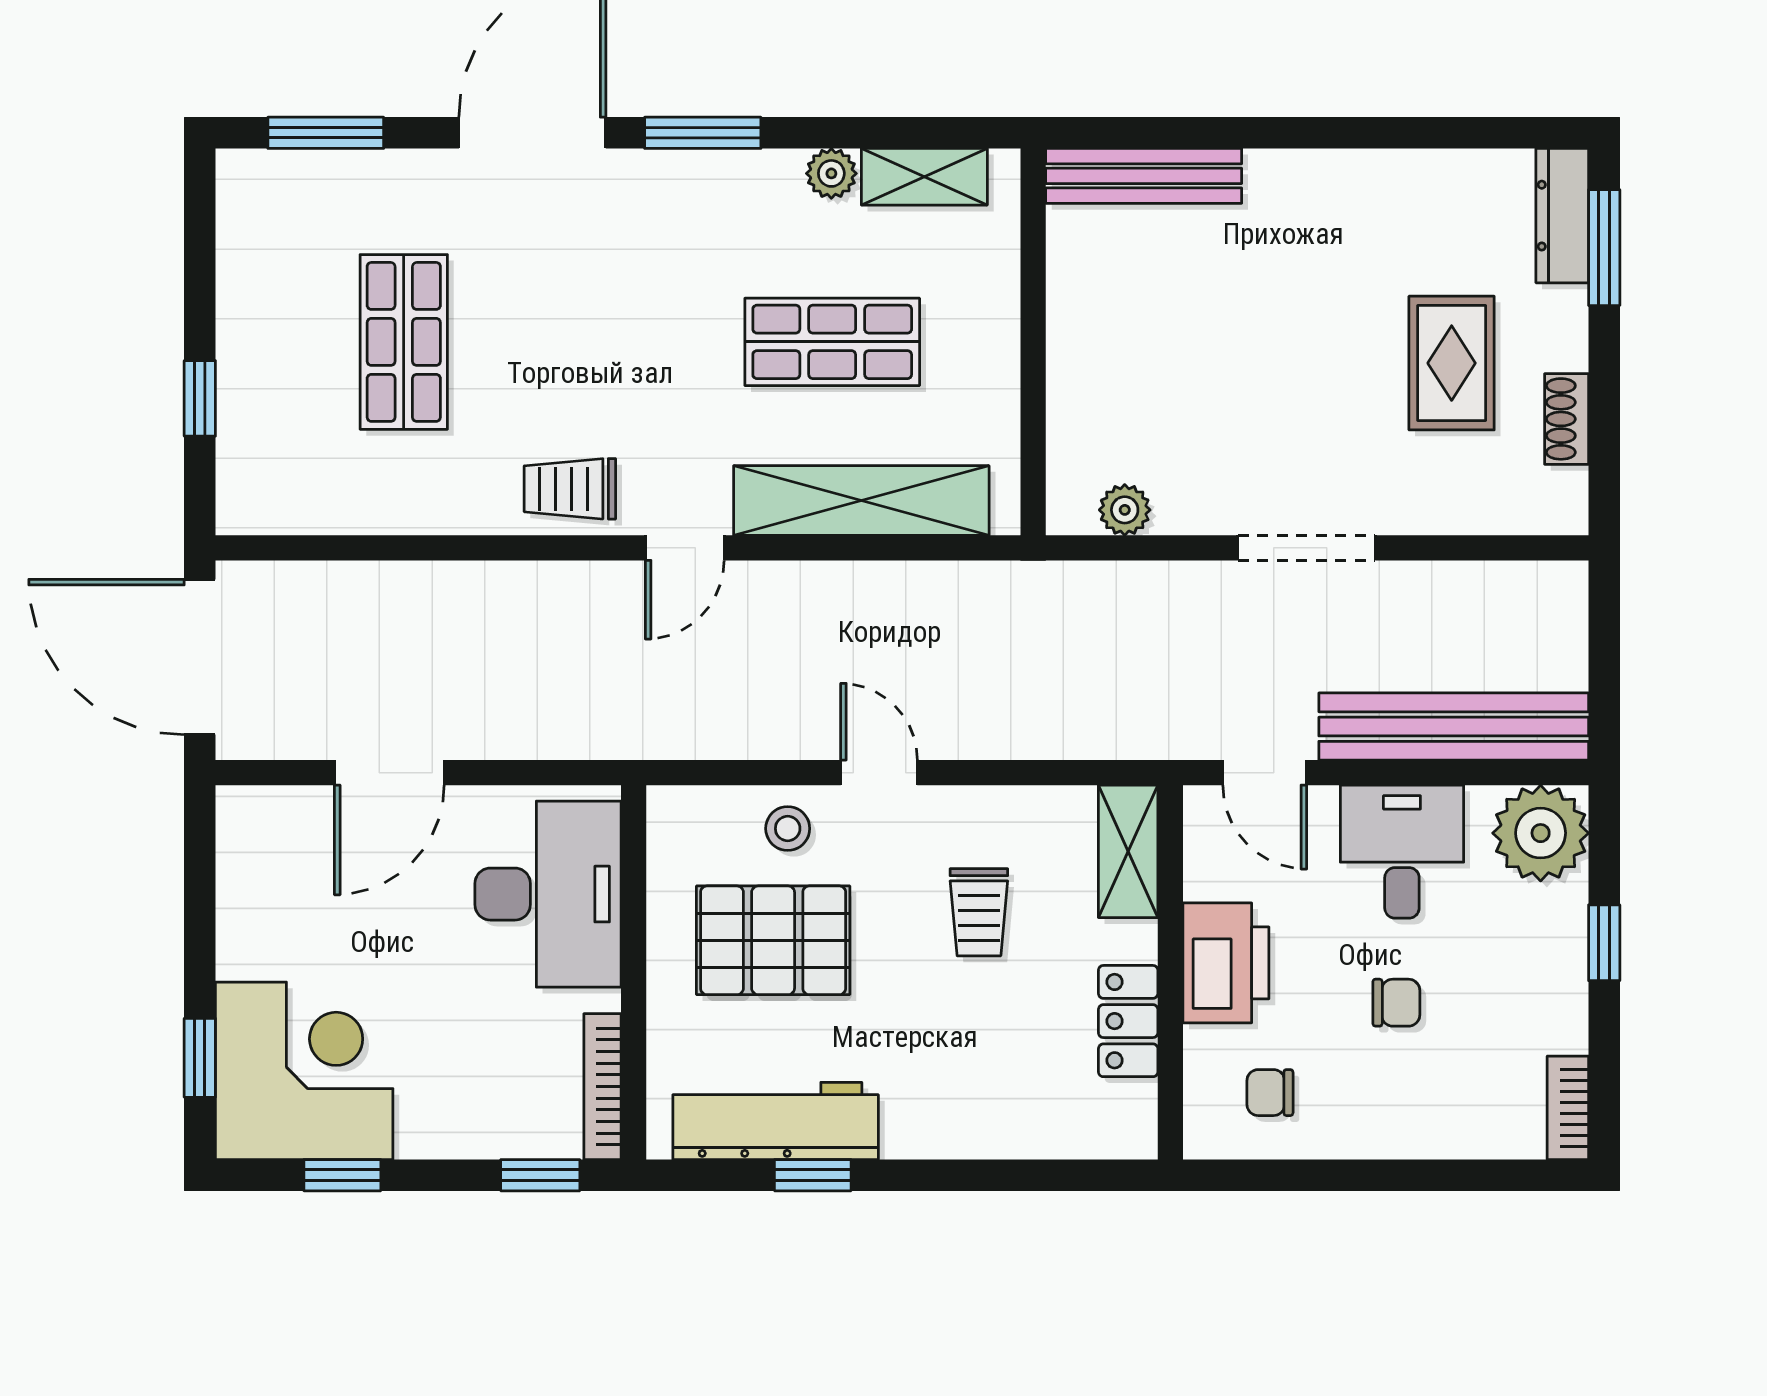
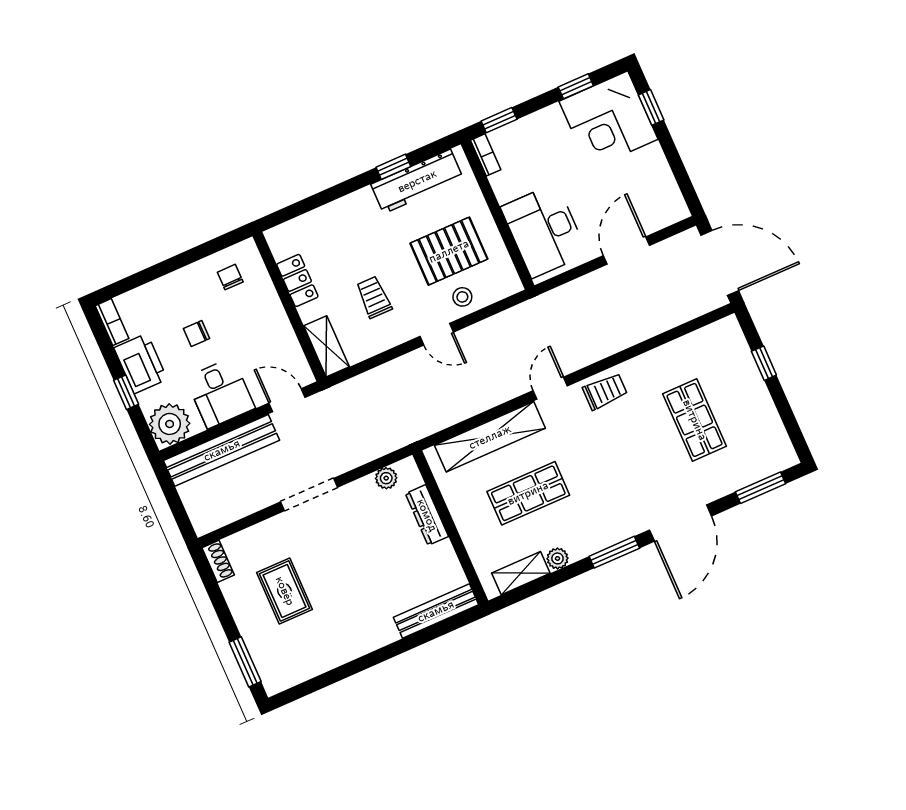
dresser: (1562, 216) -> (427, 515), moved, turned 180
shoe rack: (1567, 419) -> (218, 561), moved
printer: (1226, 963) -> (141, 363), moved, turned 180
bookcase: (602, 1087) -> (486, 155), width x0.64
chair: (1270, 1093) -> (230, 277), turned -90

